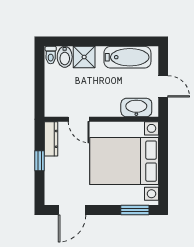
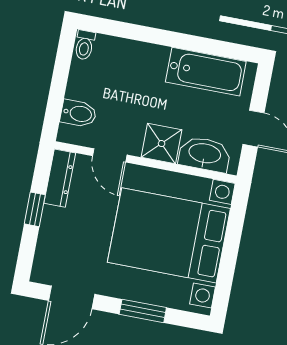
bidet: (65, 57) -> (78, 113), moved, turned -90
shower: (84, 57) -> (162, 144), moved
window: (135, 210) -> (143, 311), moved

